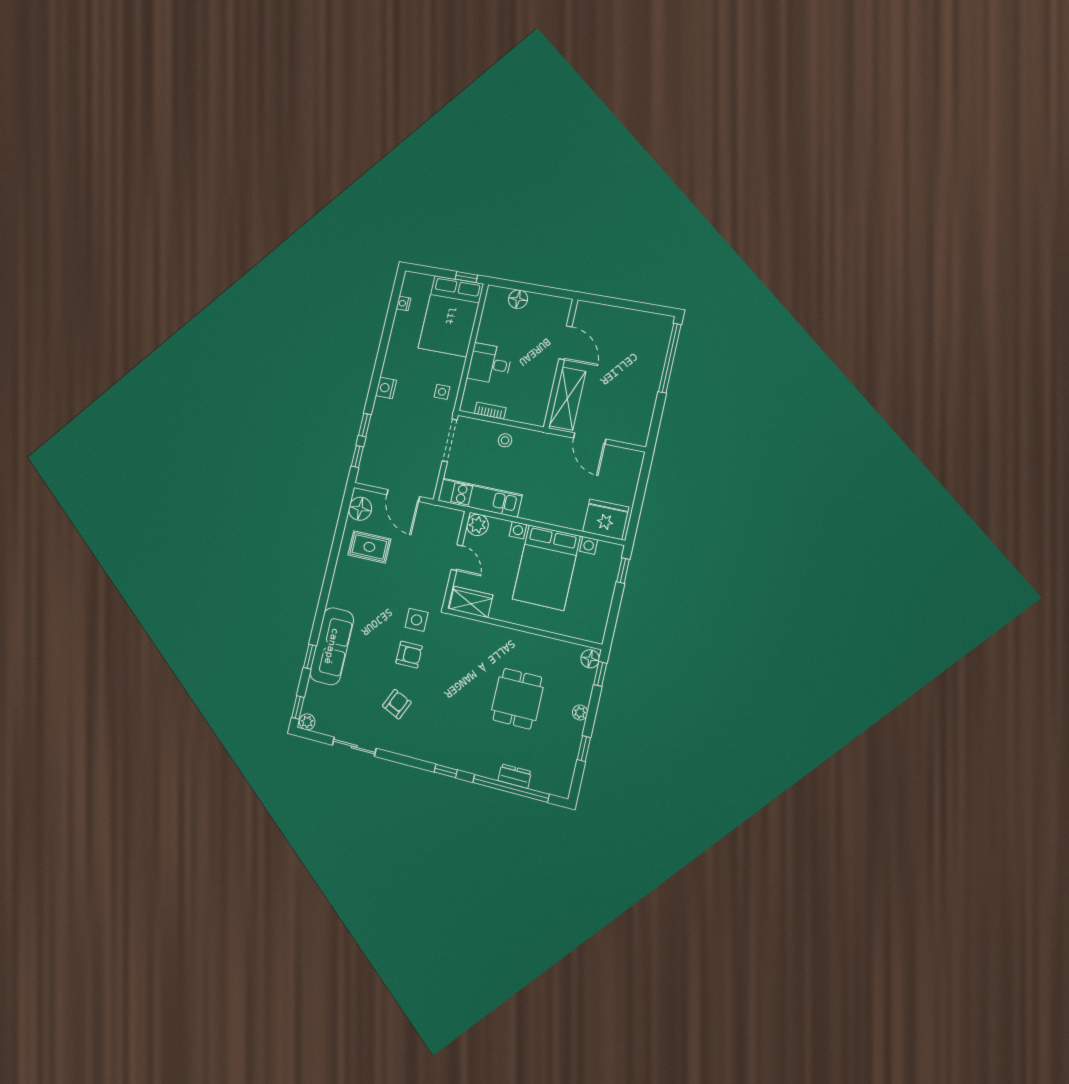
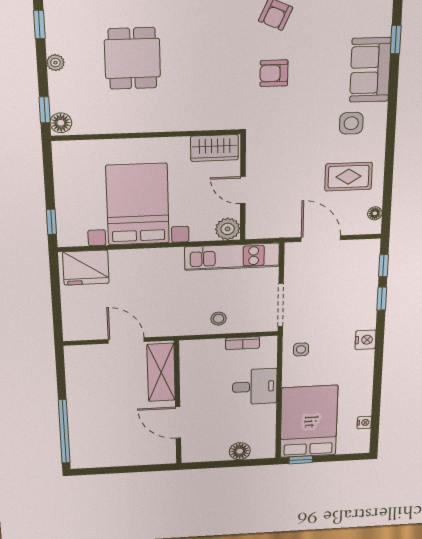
floor lamp: (360, 509) -> (375, 213), width x0.53, depth x0.53
side table: (417, 620) -> (351, 123), moved
sofa: (332, 646) -> (370, 70), width x0.73

